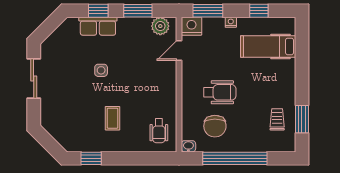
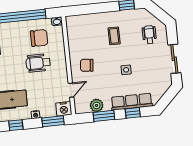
row of seats: (98, 26) -> (132, 102), width x1.48
plant: (160, 26) -> (97, 105), moved
chair: (154, 82) -> (87, 65), added
chair: (215, 126) -> (39, 38), turned 90
wheelchair: (159, 131) -> (149, 35), moved

